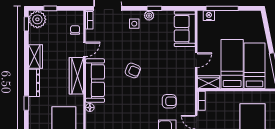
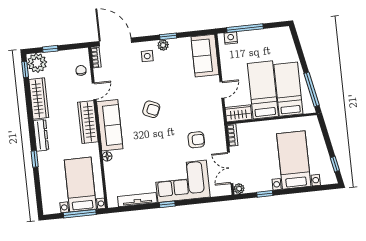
wardrobe: (36, 56) -> (39, 98), width x1.50

